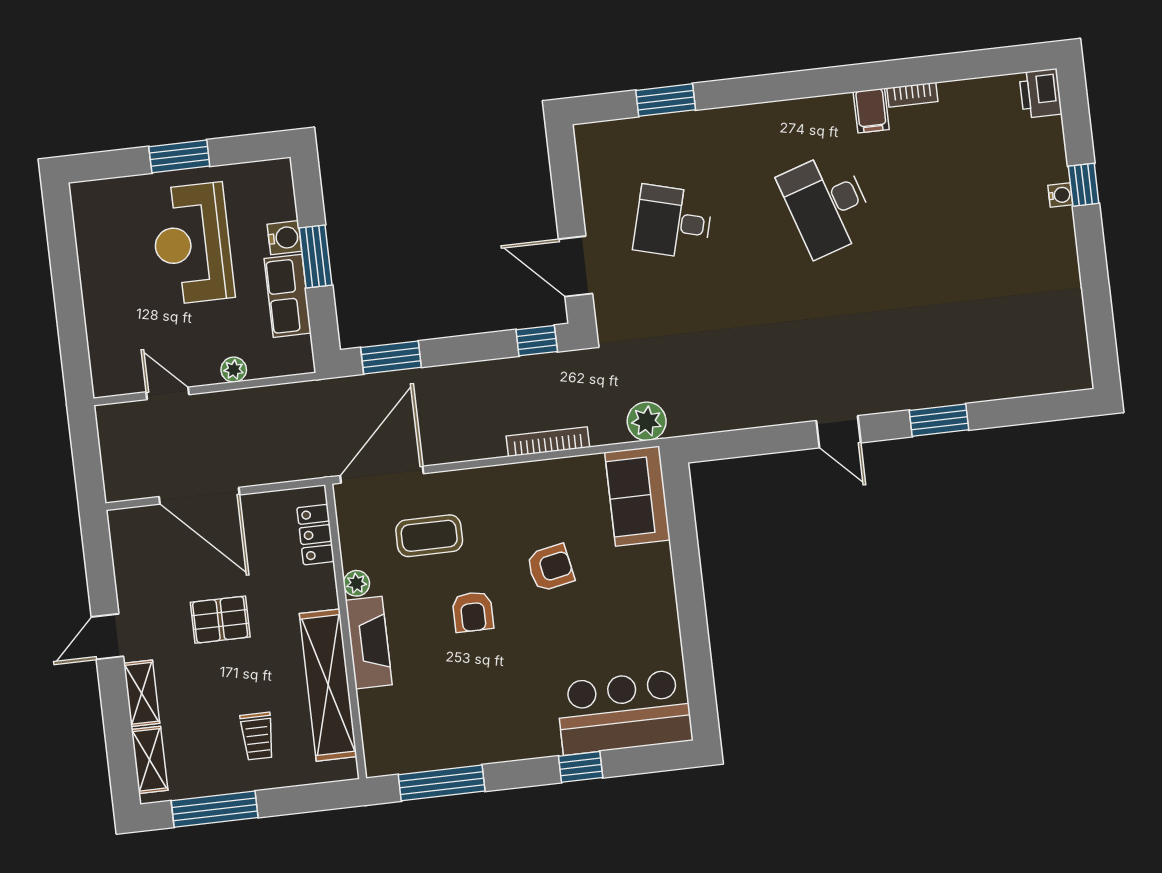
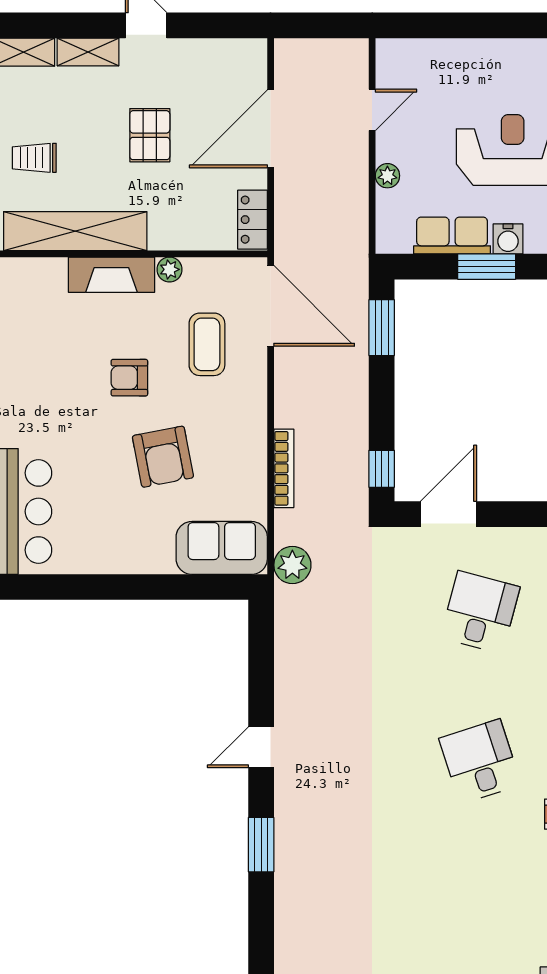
desk: (827, 204) -> (480, 762), width x0.73
locker: (316, 535) -> (253, 220), moved, turned -90
armchair: (550, 568) -> (163, 457), width x1.38, depth x1.38

